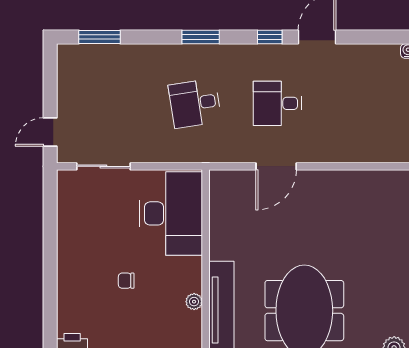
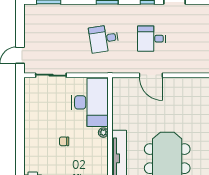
door: (276, 166) -> (151, 75), hinge flipped
plant: (194, 302) -> (103, 133), moved

